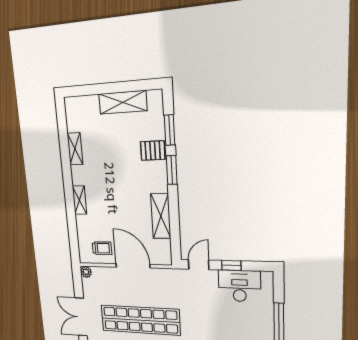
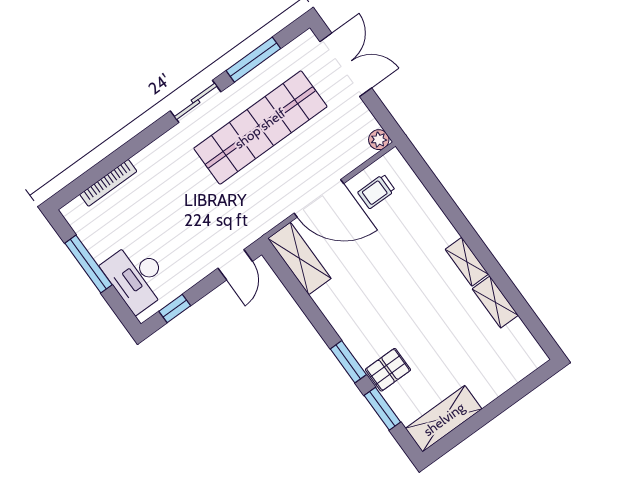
shelving: (123, 102) -> (444, 419), moved
shelving: (79, 200) -> (467, 262), moved
shelving: (161, 216) -> (299, 258), moved
window: (231, 265) -> (175, 308), moved
desk: (239, 286) -> (137, 277), moved, turned 90

